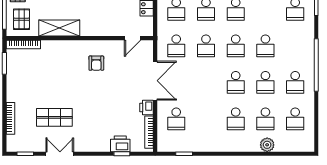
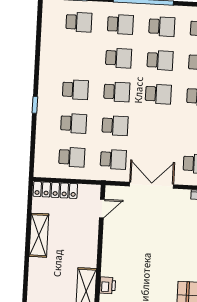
door: (133, 38) -> (102, 208), hinge flipped
school desk: (295, 46) -> (120, 24), added
armchair: (96, 63) -> (128, 251), removed
printer: (147, 108) -> (108, 285), moved, turned -90

